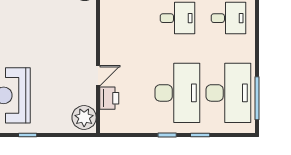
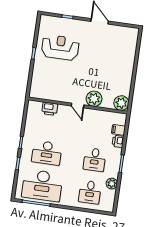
door: (98, 76) -> (78, 105), moved
desk: (177, 93) -> (47, 153), width x0.73, depth x0.77
plant: (84, 117) -> (94, 99), moved

